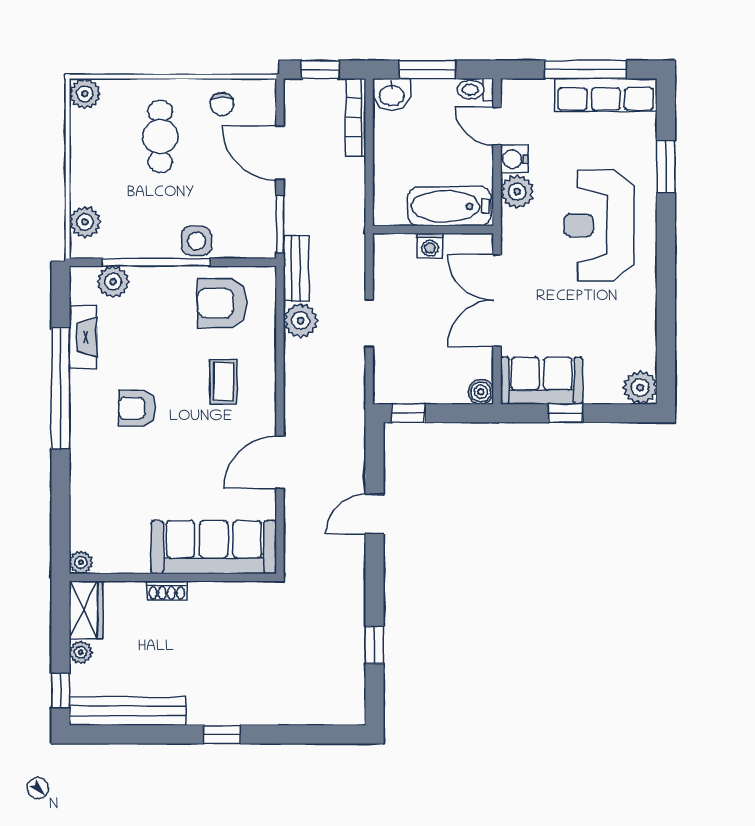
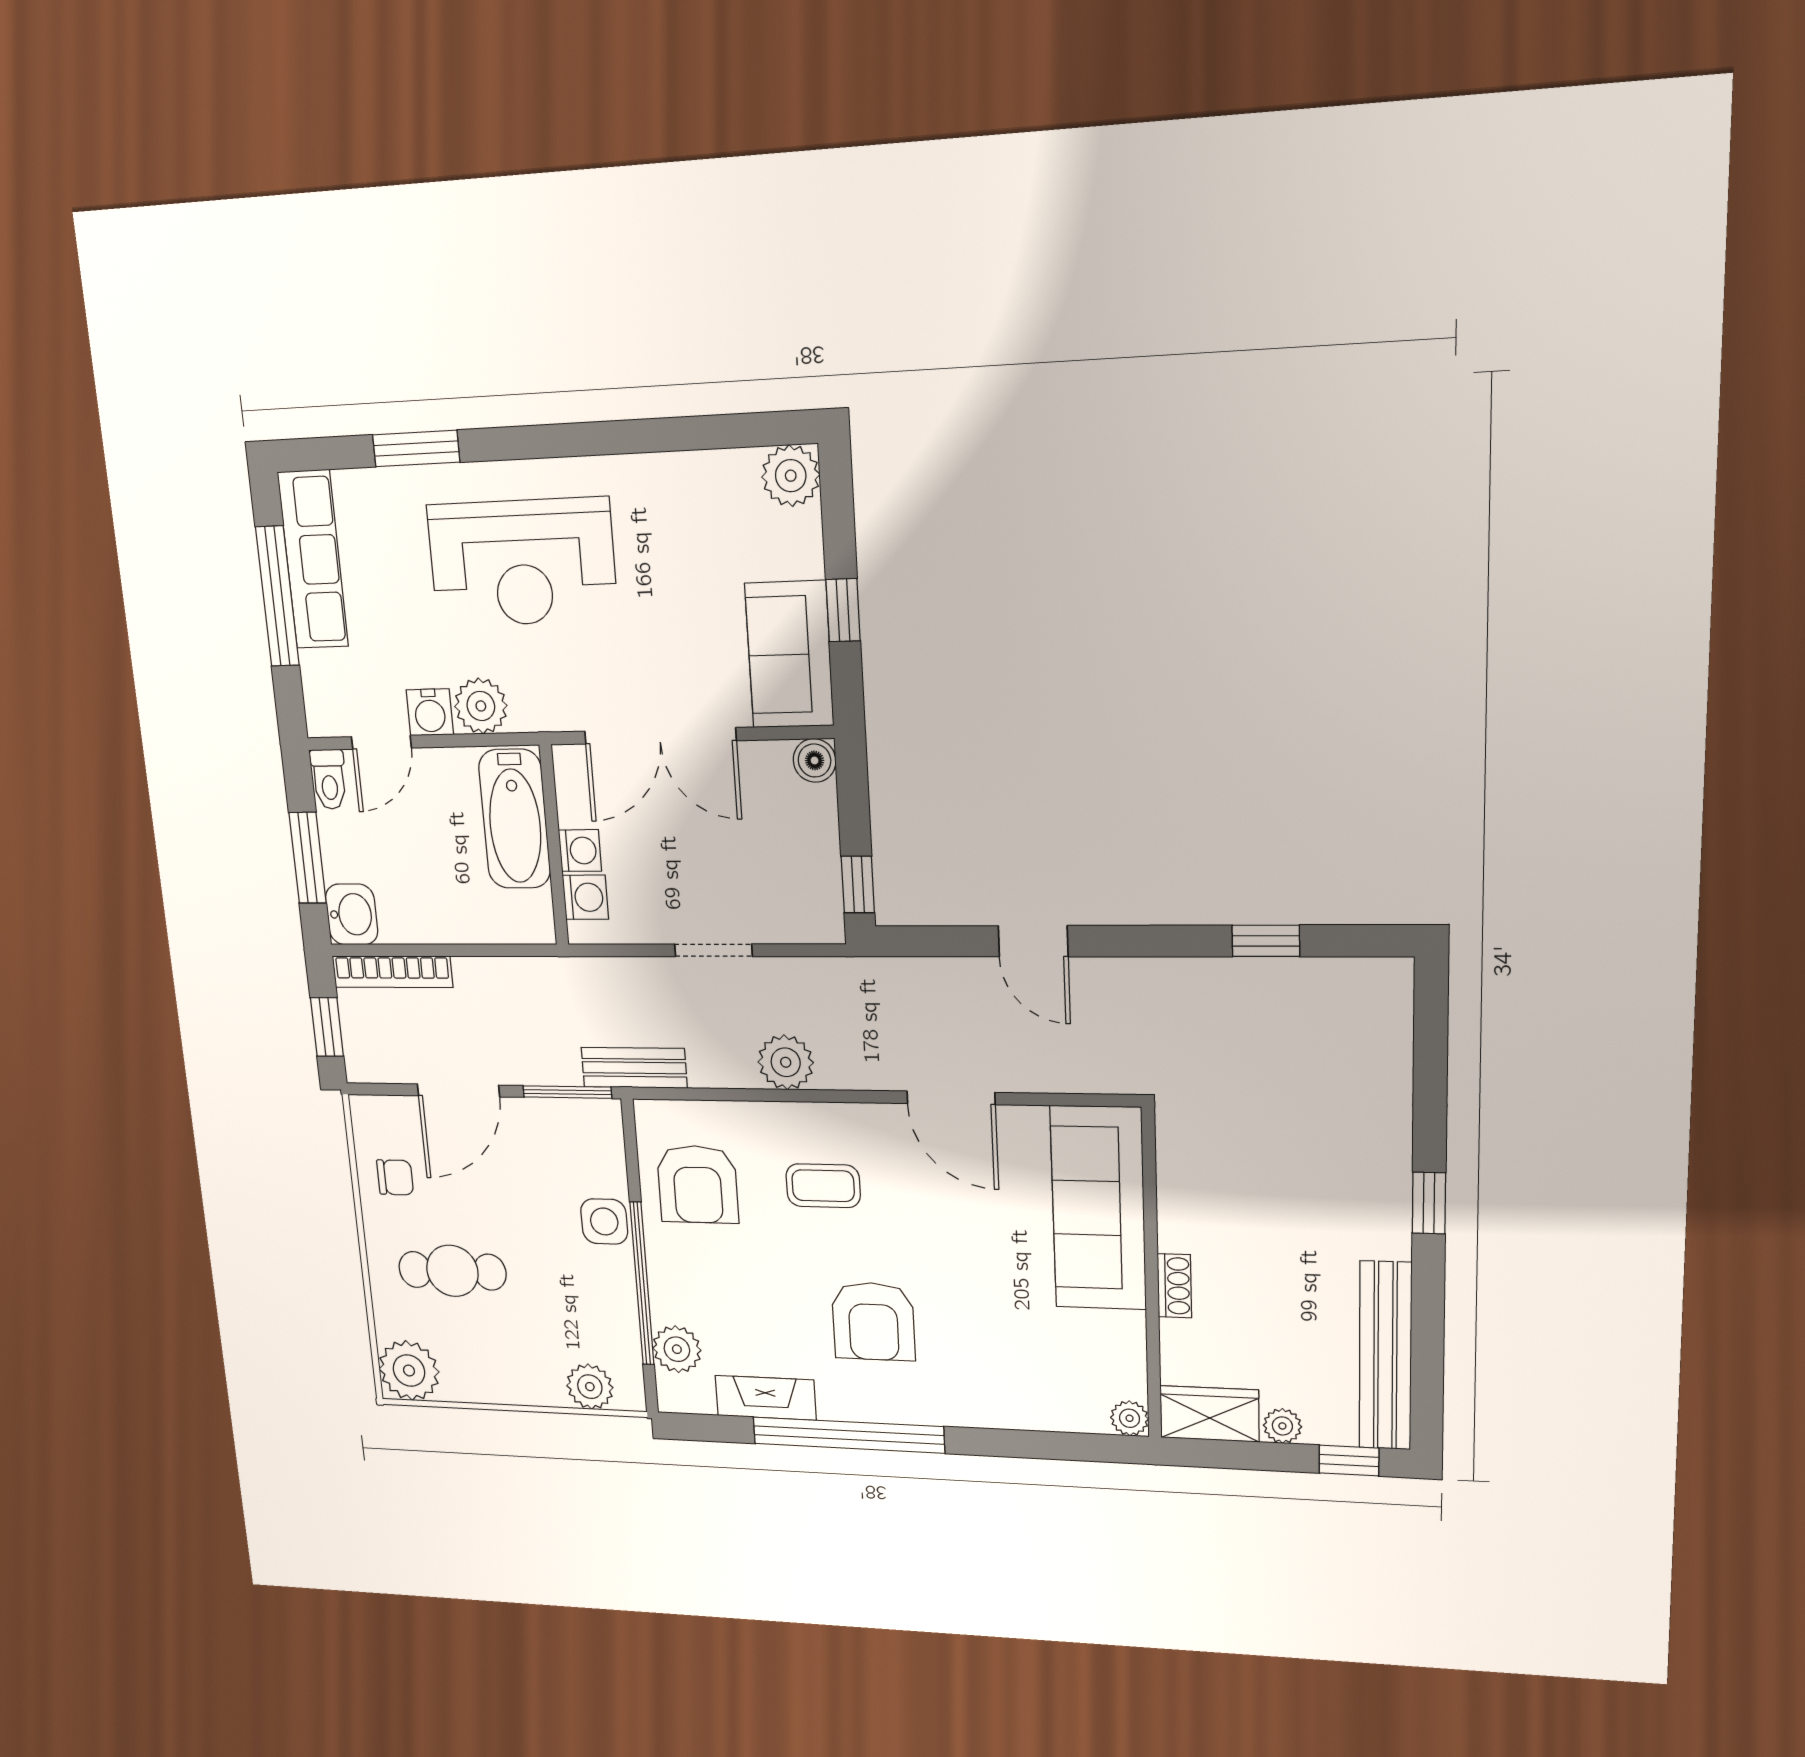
plant: (85, 94) -> (409, 1371), width x1.36, depth x1.36
washing machine: (402, 247) -> (585, 897), added
plant: (301, 321) -> (786, 1062), moved
armchair: (137, 408) -> (873, 1321), width x1.38, depth x1.38

